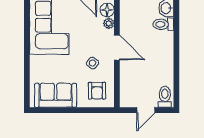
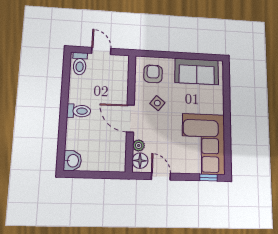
toilet: (163, 24) -> (79, 111), moved
door: (146, 110) -> (101, 51), hinge flipped

